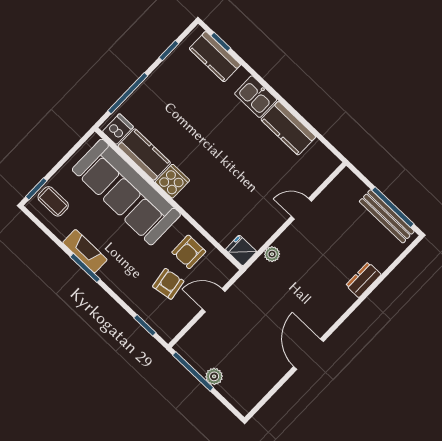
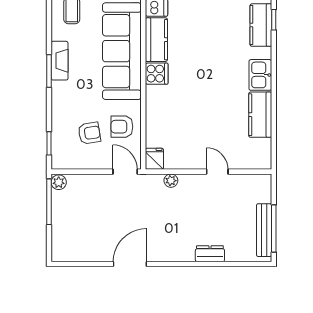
door: (214, 300) -> (125, 172), moved
plant: (214, 376) -> (59, 182), moved

